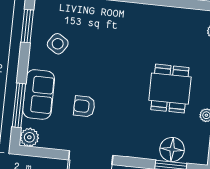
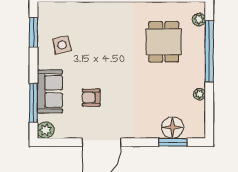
side table: (58, 44) -> (62, 45), turned 45
dining table: (170, 89) -> (164, 42), moved

